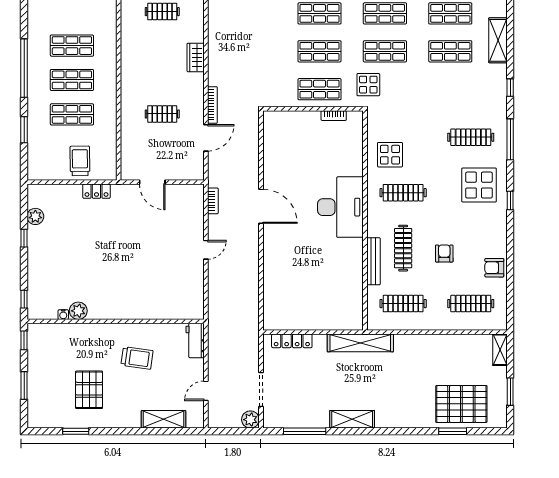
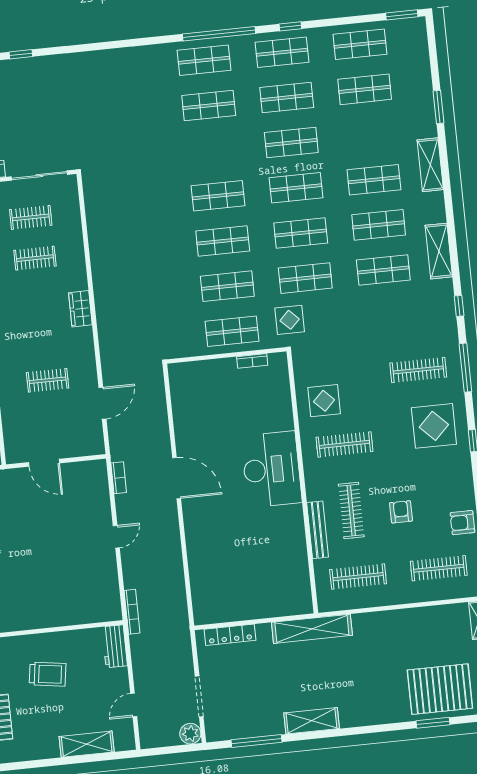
bookcase: (212, 105) -> (132, 612), moved

